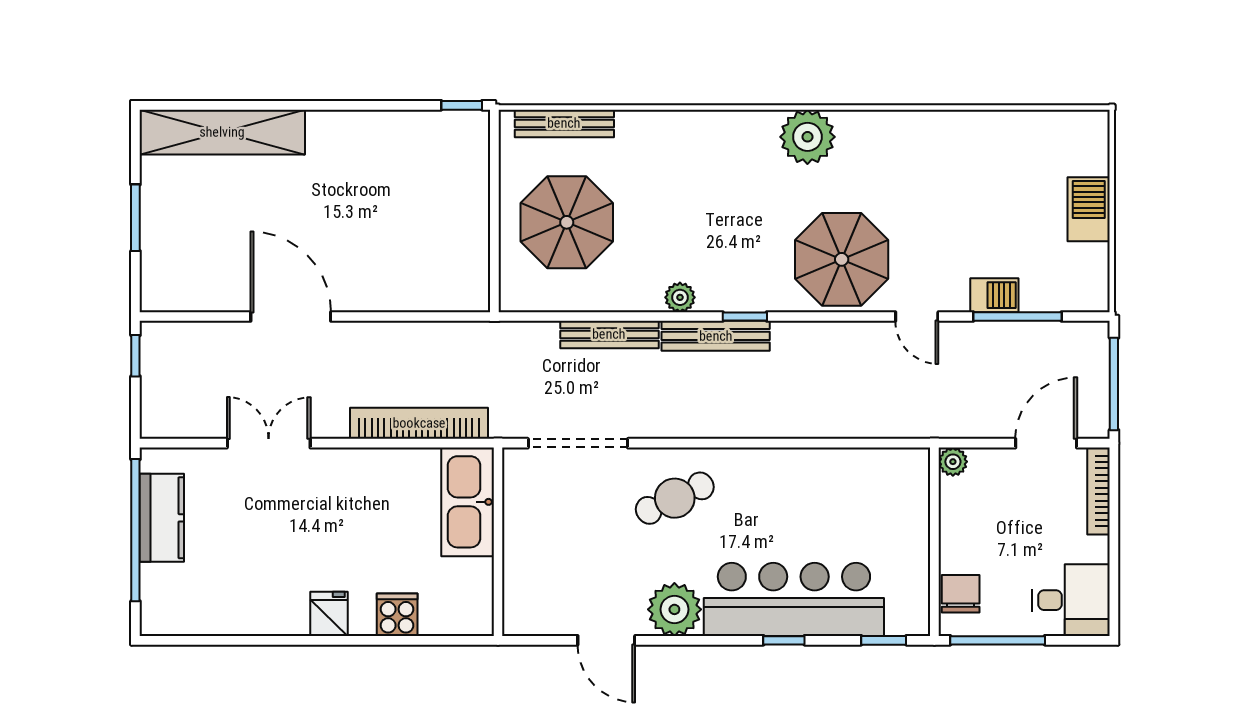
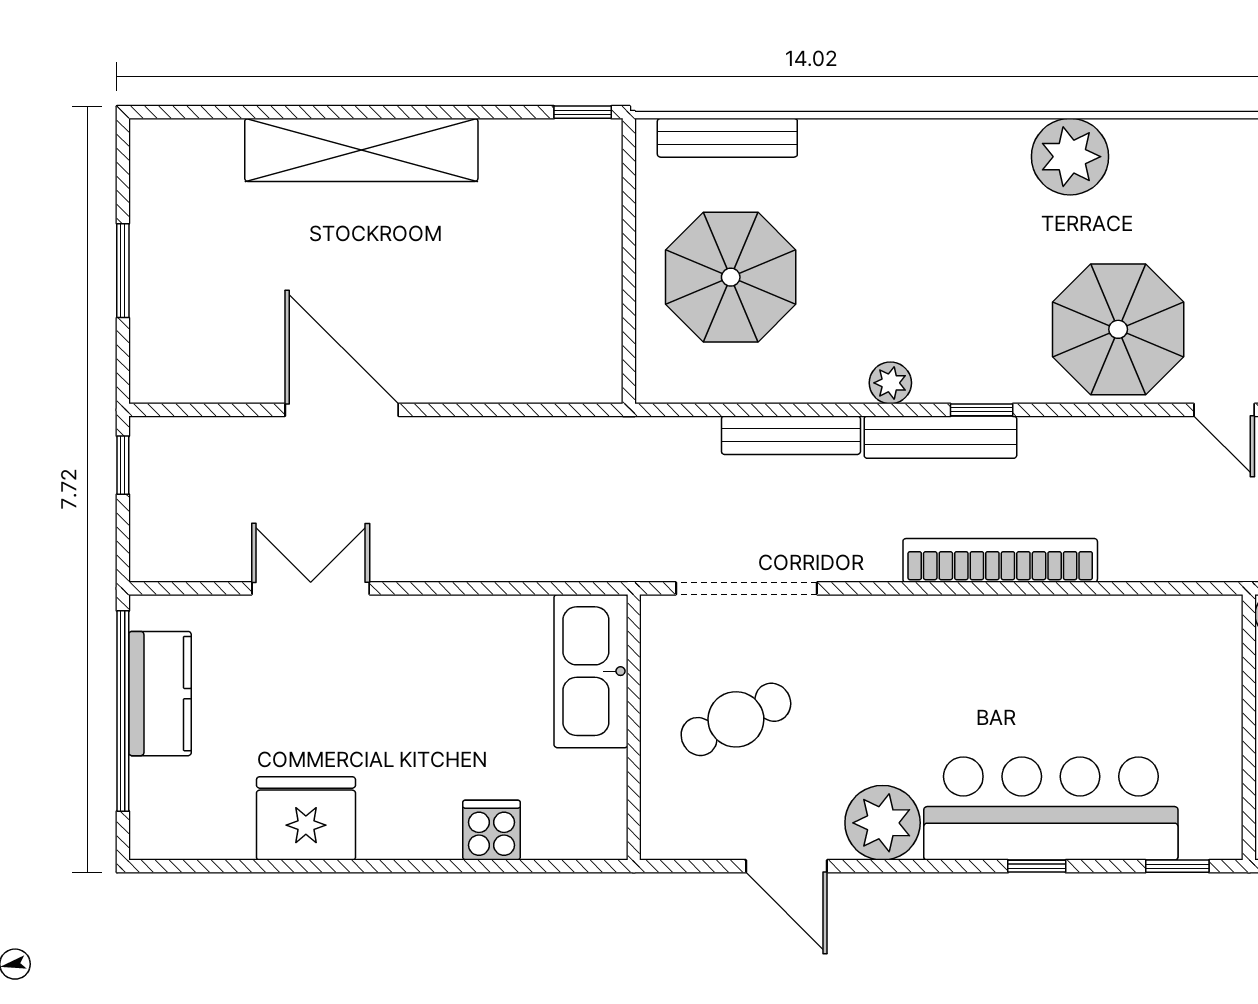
shelving: (222, 132) -> (361, 150), moved
bookcase: (419, 423) -> (1000, 560), moved
cafe table: (675, 498) -> (736, 719), moved
fridge: (329, 614) -> (306, 818), moved, width x1.88, depth x1.34

